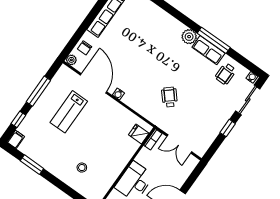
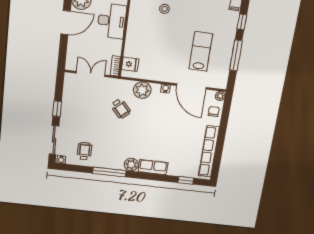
row of seats: (208, 50) -> (153, 167), moved
plant: (140, 104) -> (142, 90), added

